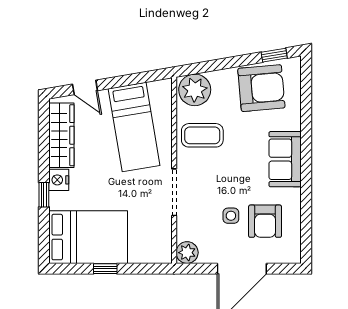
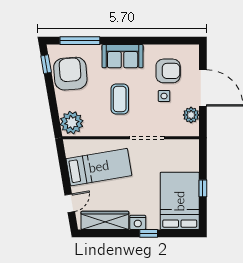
window: (306, 101) -> (80, 41), added
coffee table: (202, 135) -> (120, 99), moved
plant: (187, 253) -> (191, 115), moved

